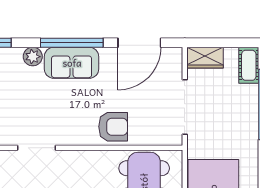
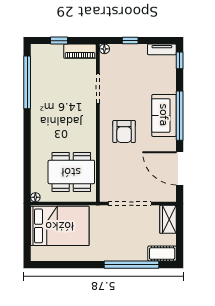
plant: (33, 57) -> (169, 85), removed
armchair: (113, 127) -> (124, 132), moved

